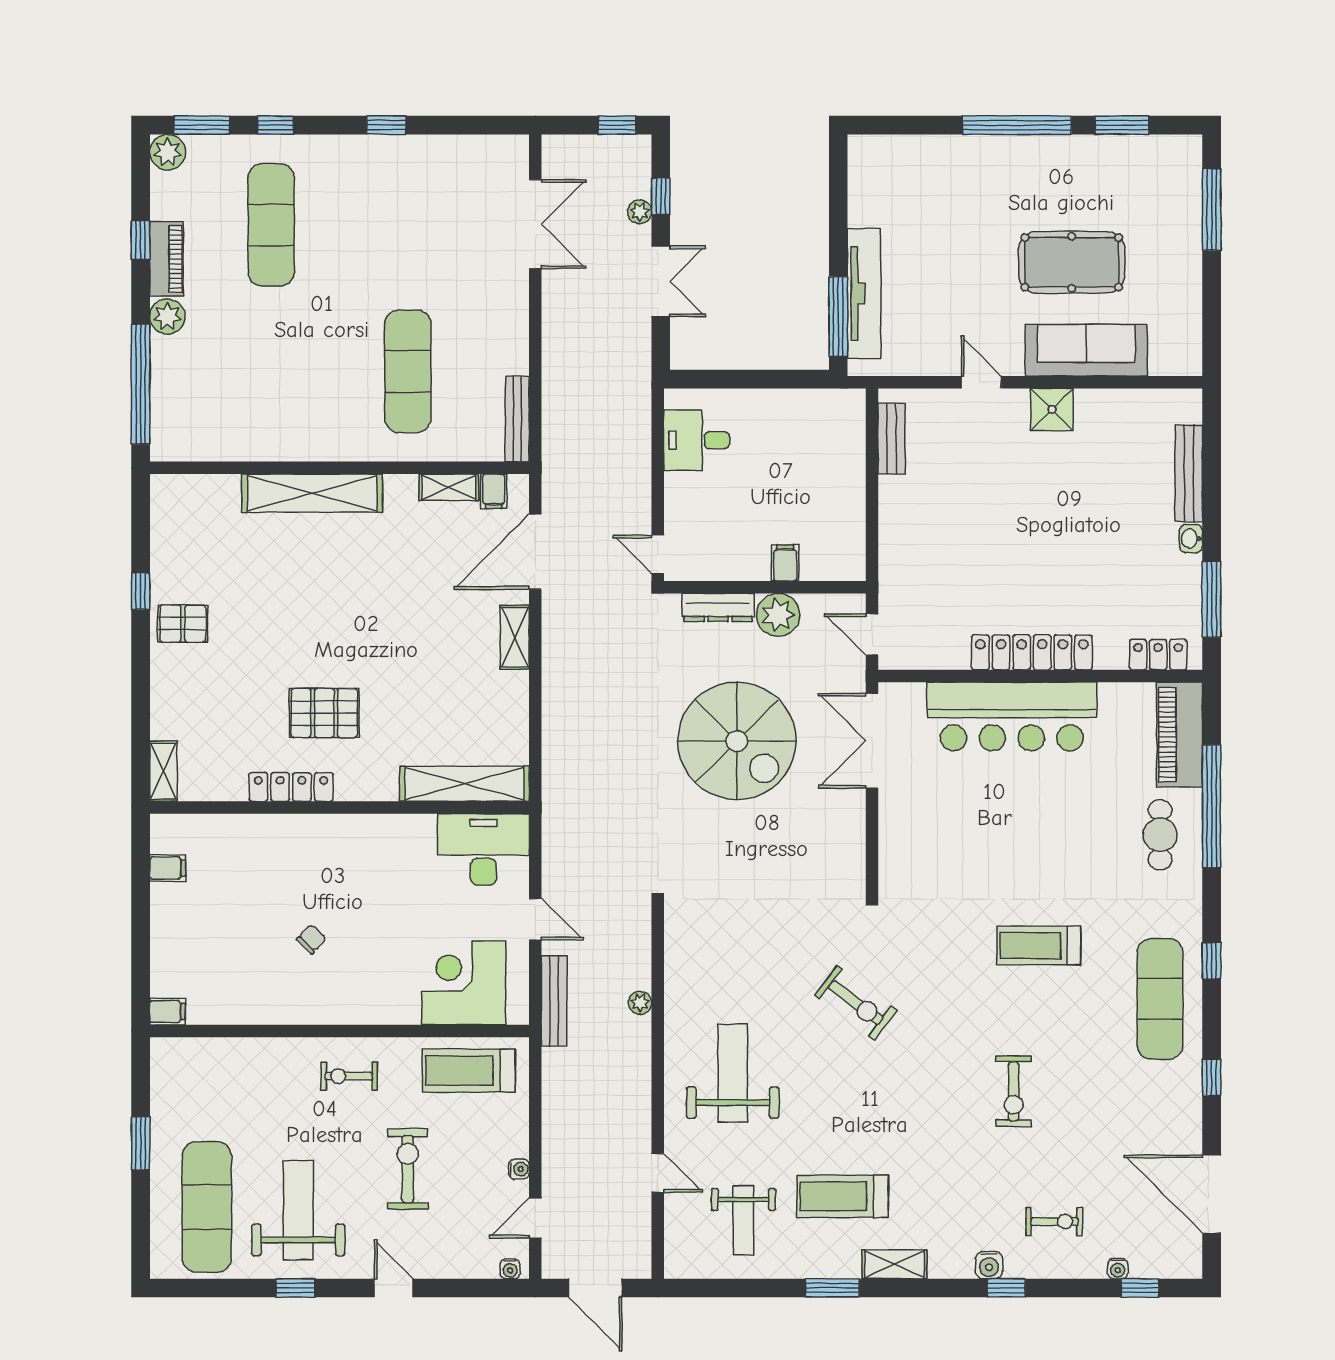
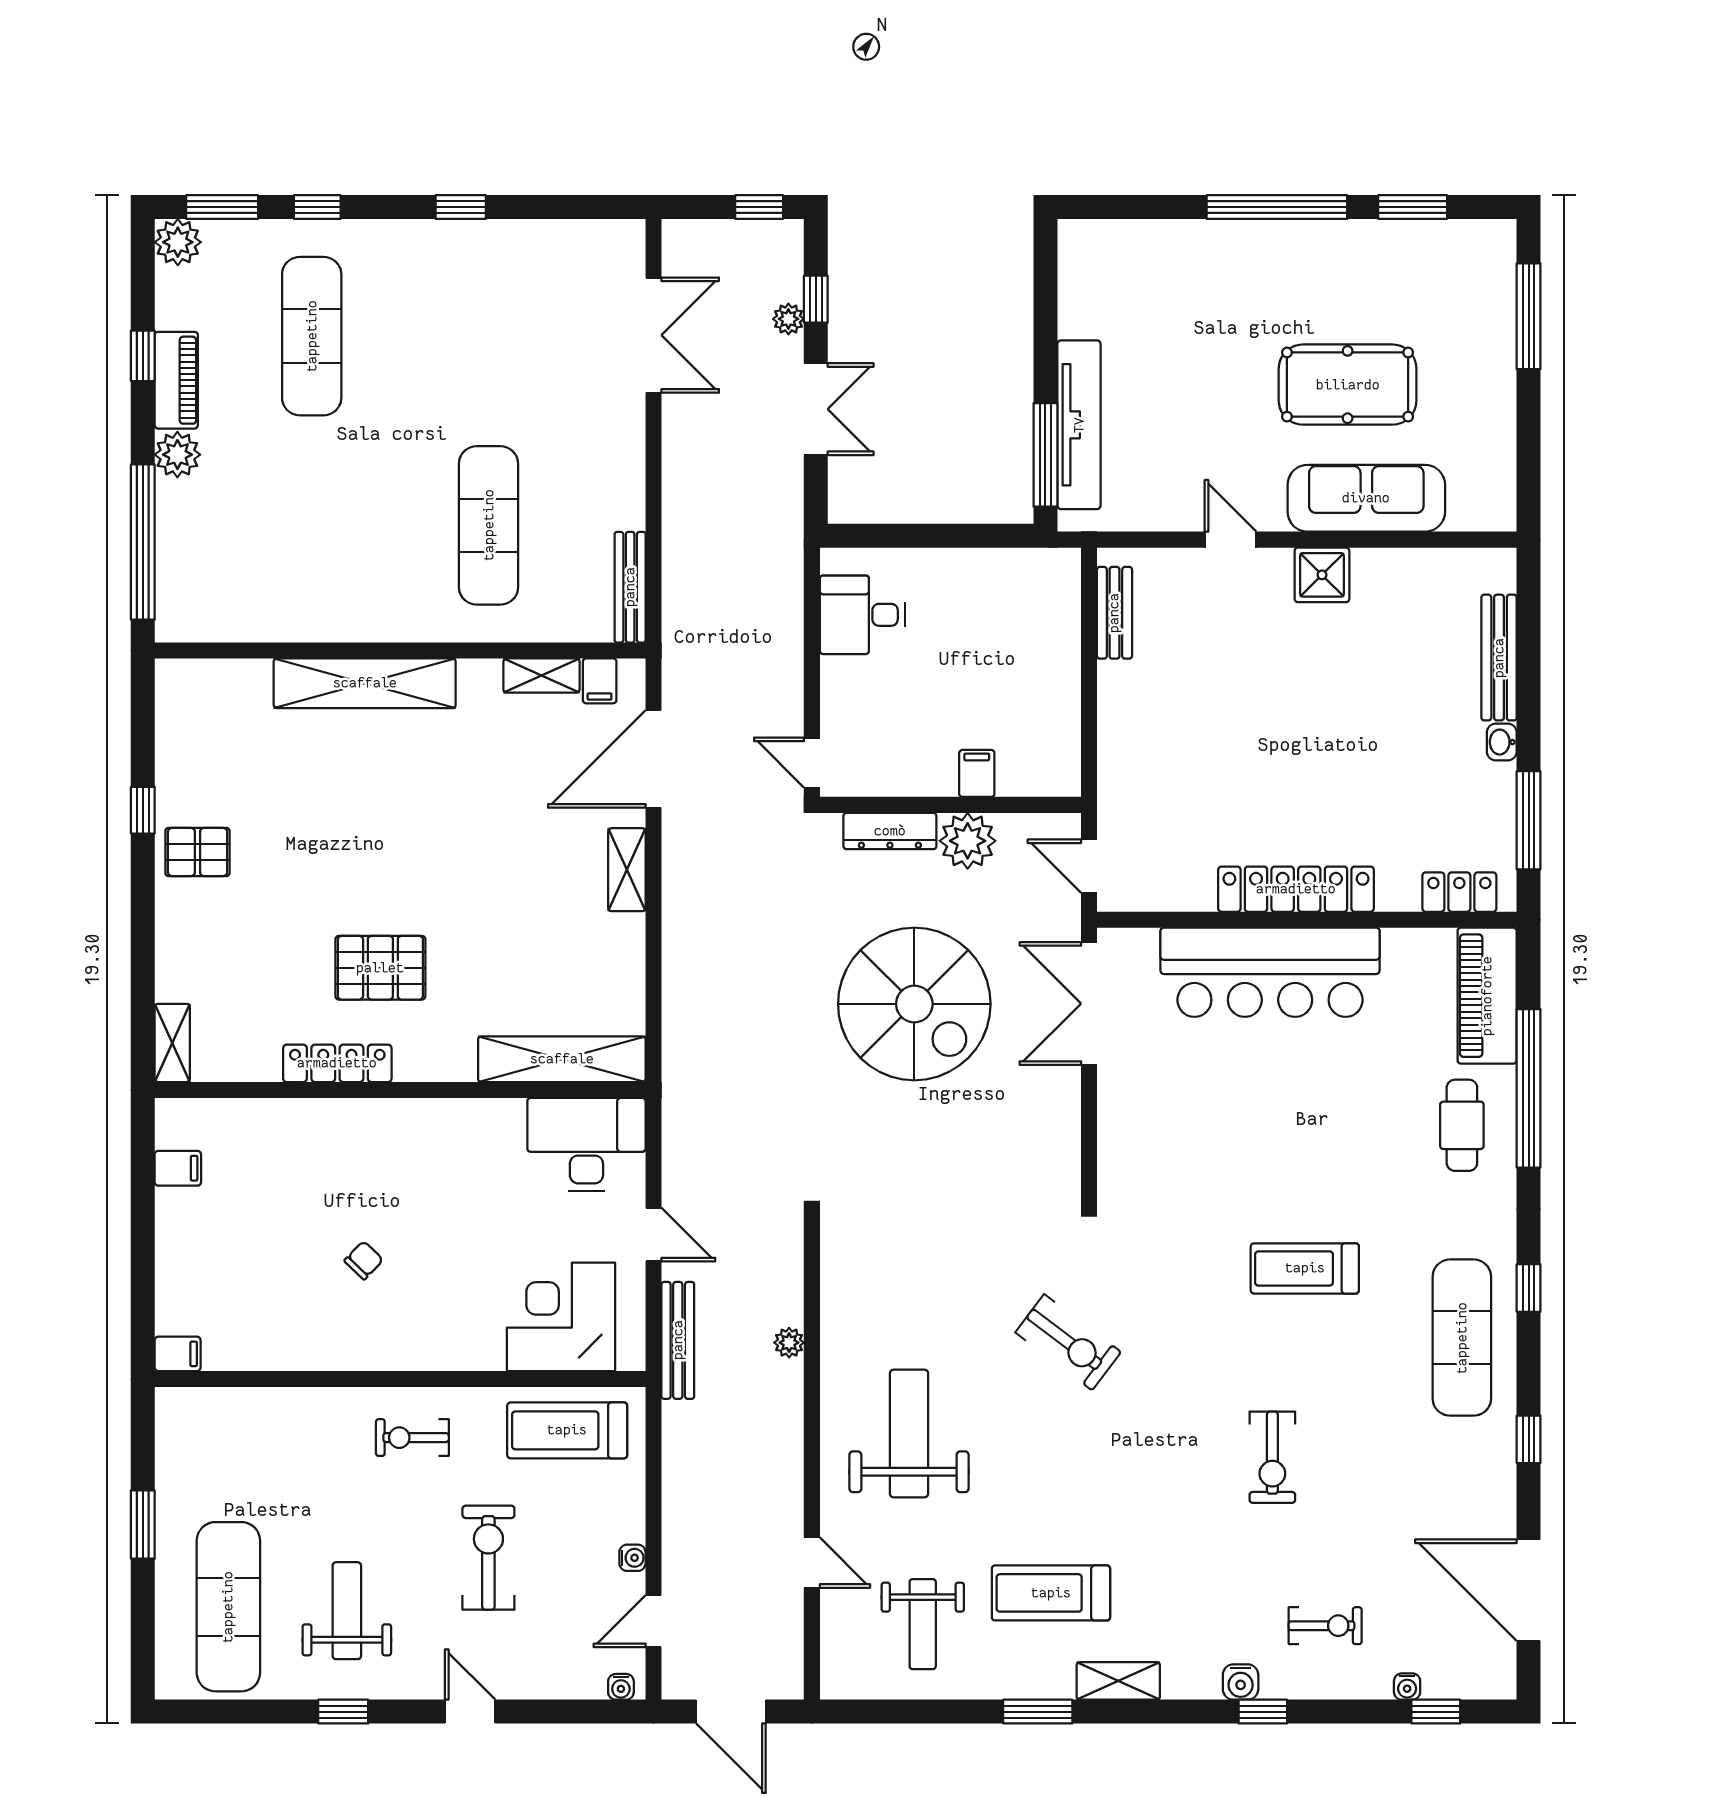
weight bench: (298, 1210) -> (347, 1611), width x0.73, depth x0.75

